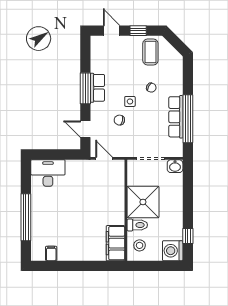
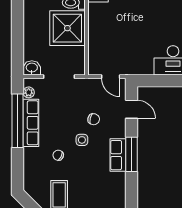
plant: (178, 144) -> (29, 92), added

